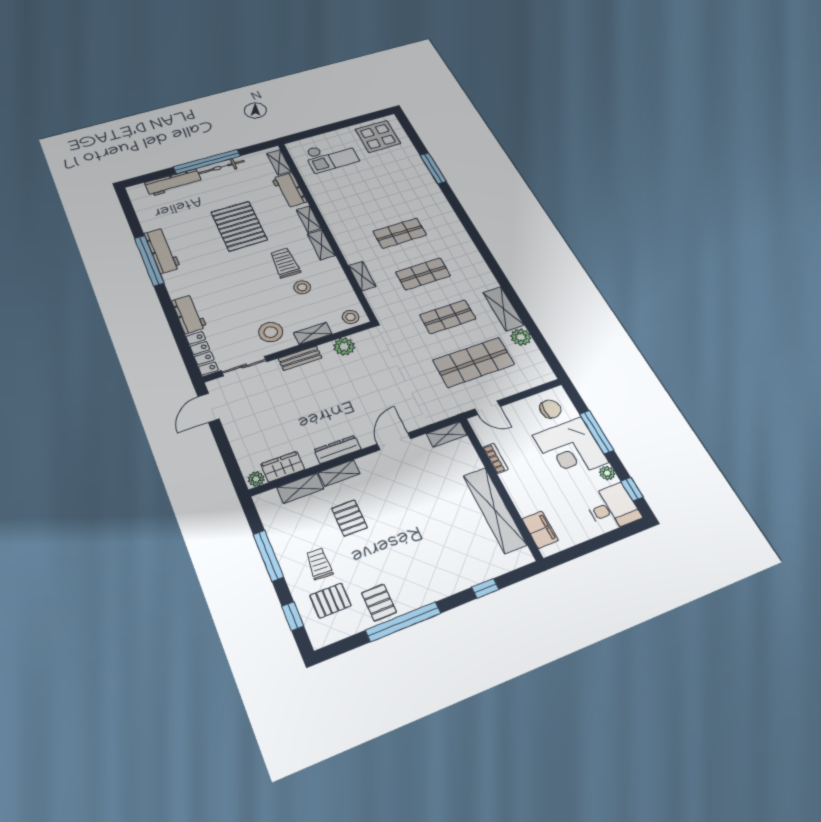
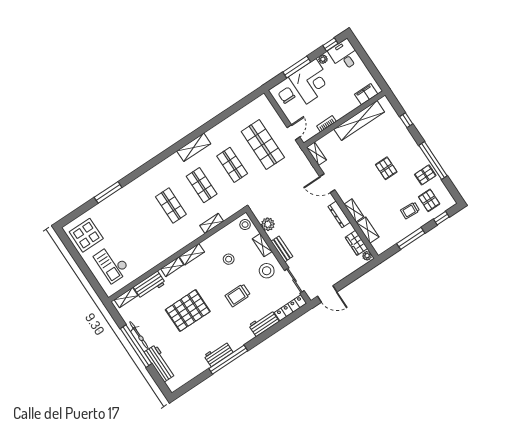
checkout: (331, 156) -> (112, 264), turned 180
workbench: (162, 250) -> (219, 354), width x0.73
trolley: (285, 263) -> (238, 295), moved
shelving: (503, 309) -> (194, 147), moved
plant: (521, 337) -> (238, 118), removed
pallet: (349, 518) -> (386, 168), moved, turned 90

